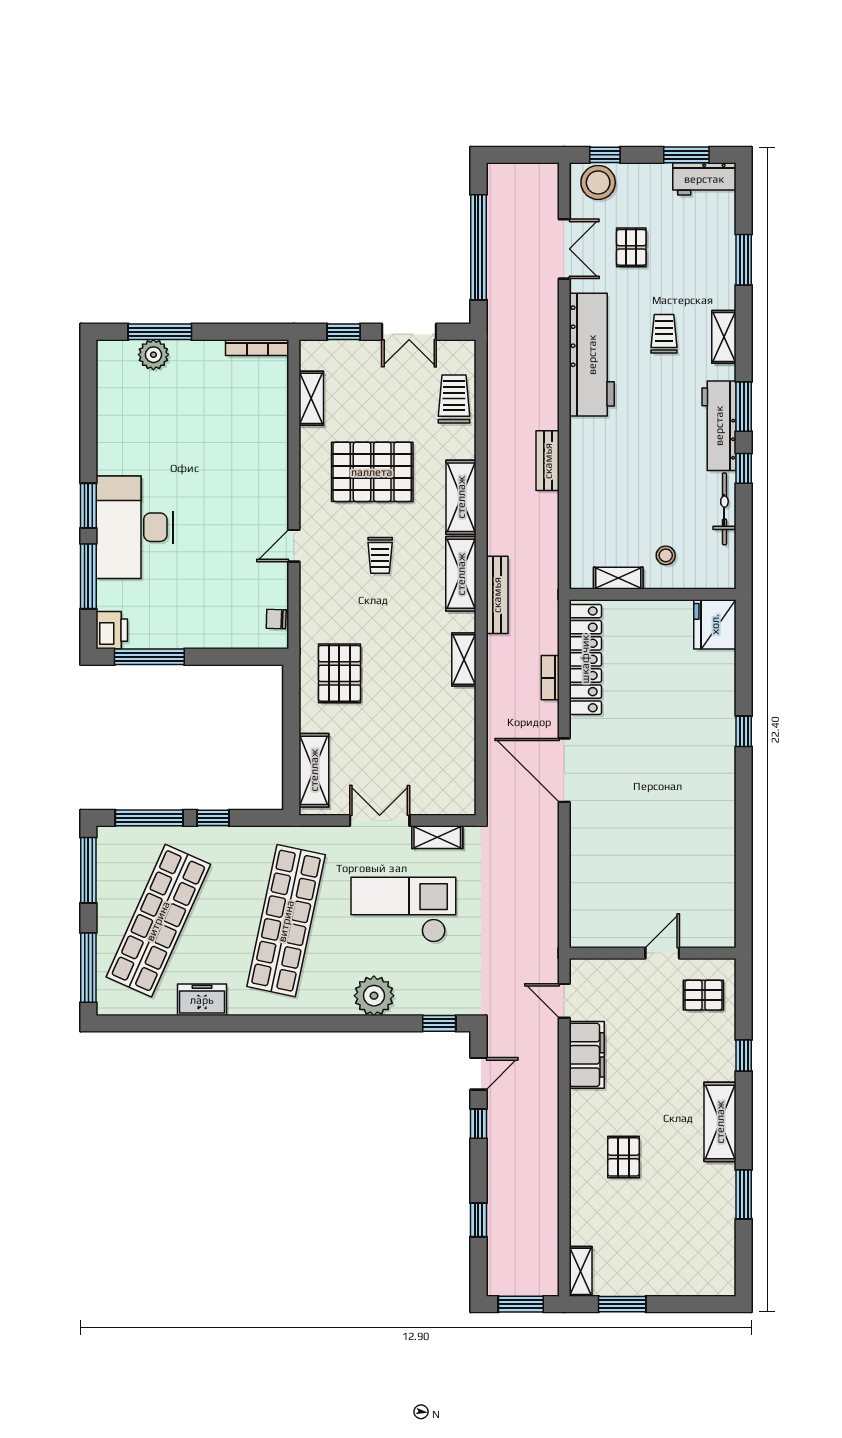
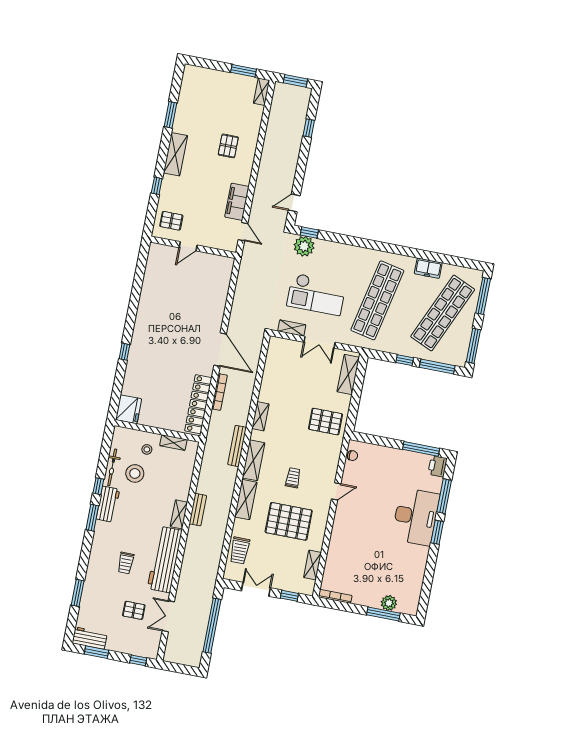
stool: (598, 182) -> (135, 473), moved
pallet: (631, 247) -> (134, 610), turned 90
shelving: (724, 337) -> (179, 514), moved
workbench: (719, 426) -> (108, 504), width x0.73
pallet: (339, 673) -> (325, 422), turned 90
bookcase: (550, 678) -> (219, 392), width x1.56
plant: (374, 996) -> (304, 246), moved
window: (478, 1124) -> (299, 177), removed

